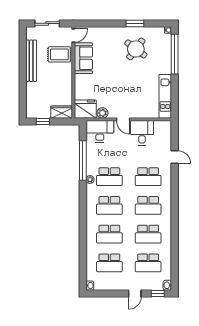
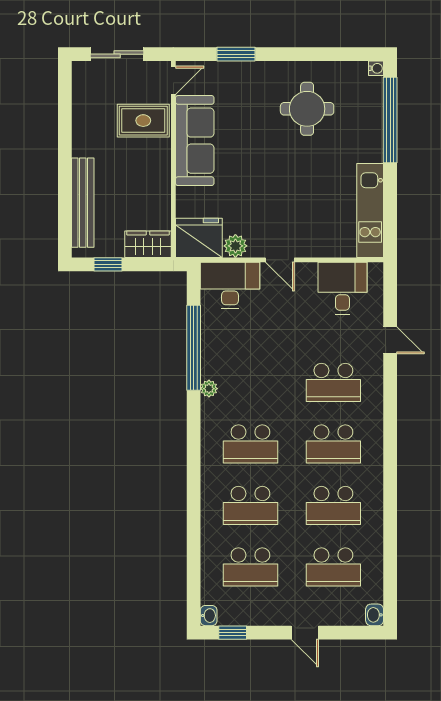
window: (135, 23) -> (236, 54), moved
round table: (136, 49) -> (307, 109), turned -37
sofa: (83, 58) -> (195, 141), width x1.36
bench: (31, 61) -> (83, 203), moved
desk: (142, 133) -> (342, 288), moved
school desk: (109, 177) -> (250, 382), removed
door: (135, 294) -> (305, 633), hinge flipped
window: (158, 294) -> (233, 633), moved

